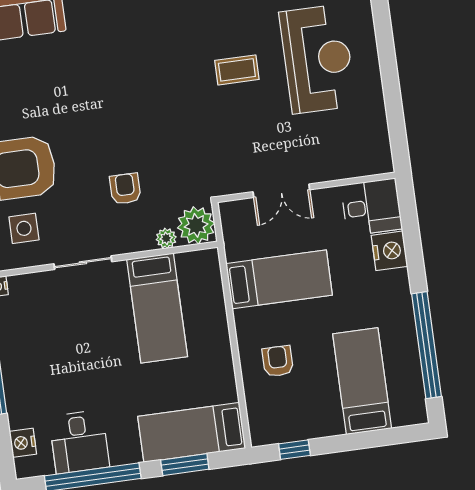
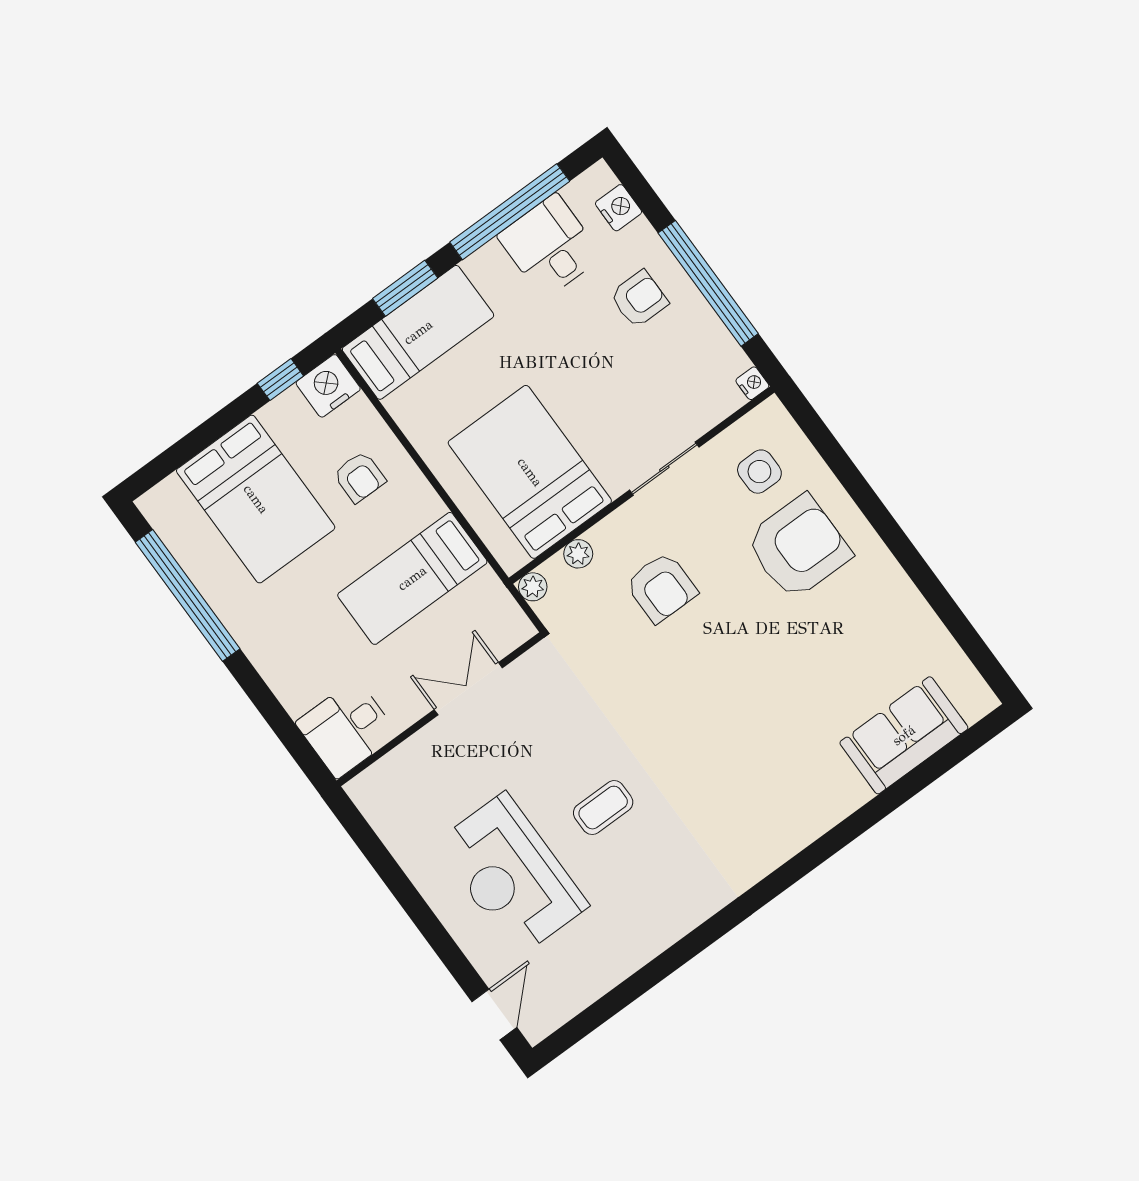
armchair: (125, 189) -> (661, 588), width x1.38, depth x1.38
plant: (196, 225) -> (533, 587), width x0.53, depth x0.53
nightstand: (389, 251) -> (328, 386), moved, turned 90
bed: (157, 308) -> (530, 472), width x1.50
armchair: (41, 378) -> (639, 299), added
bed: (362, 381) -> (256, 499), width x1.50

